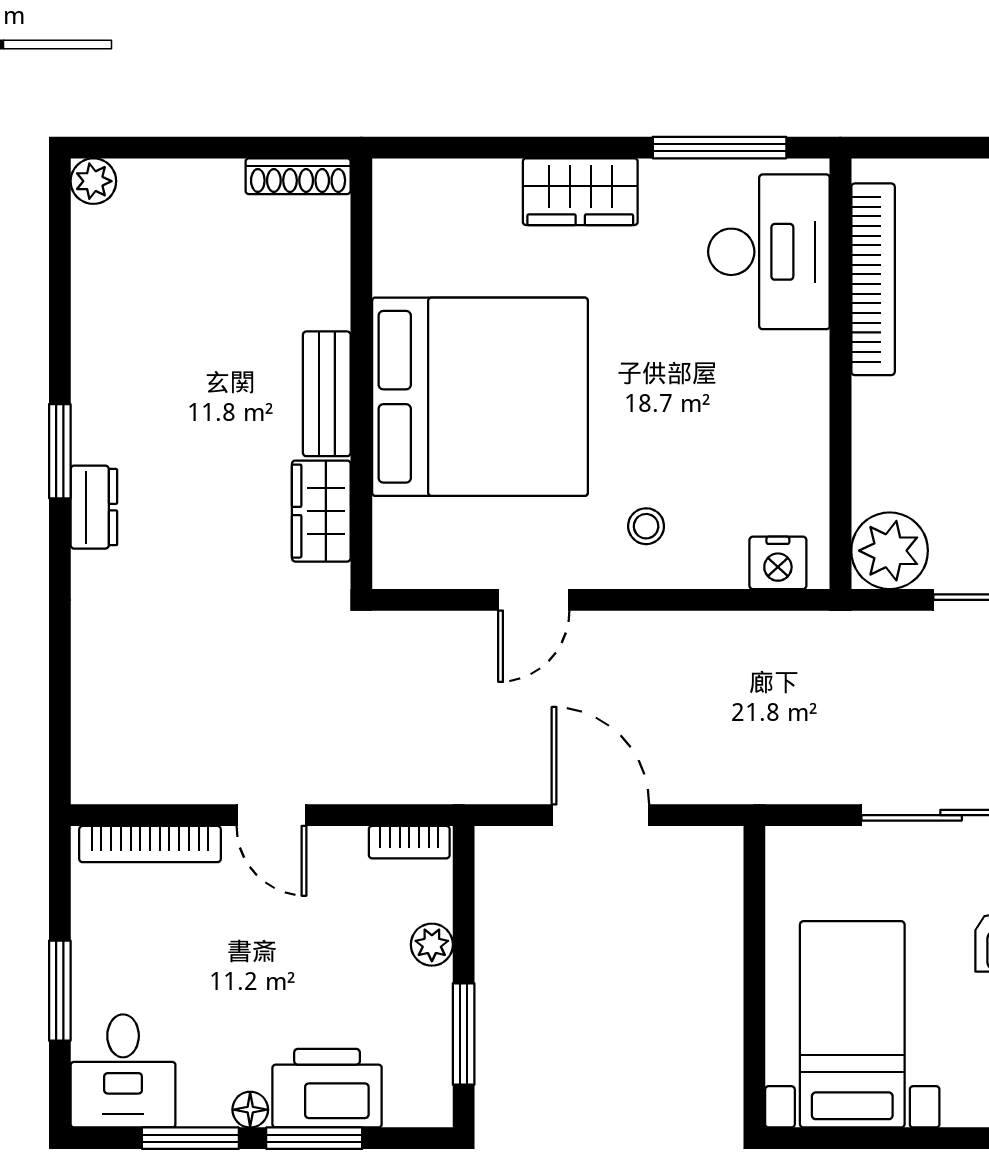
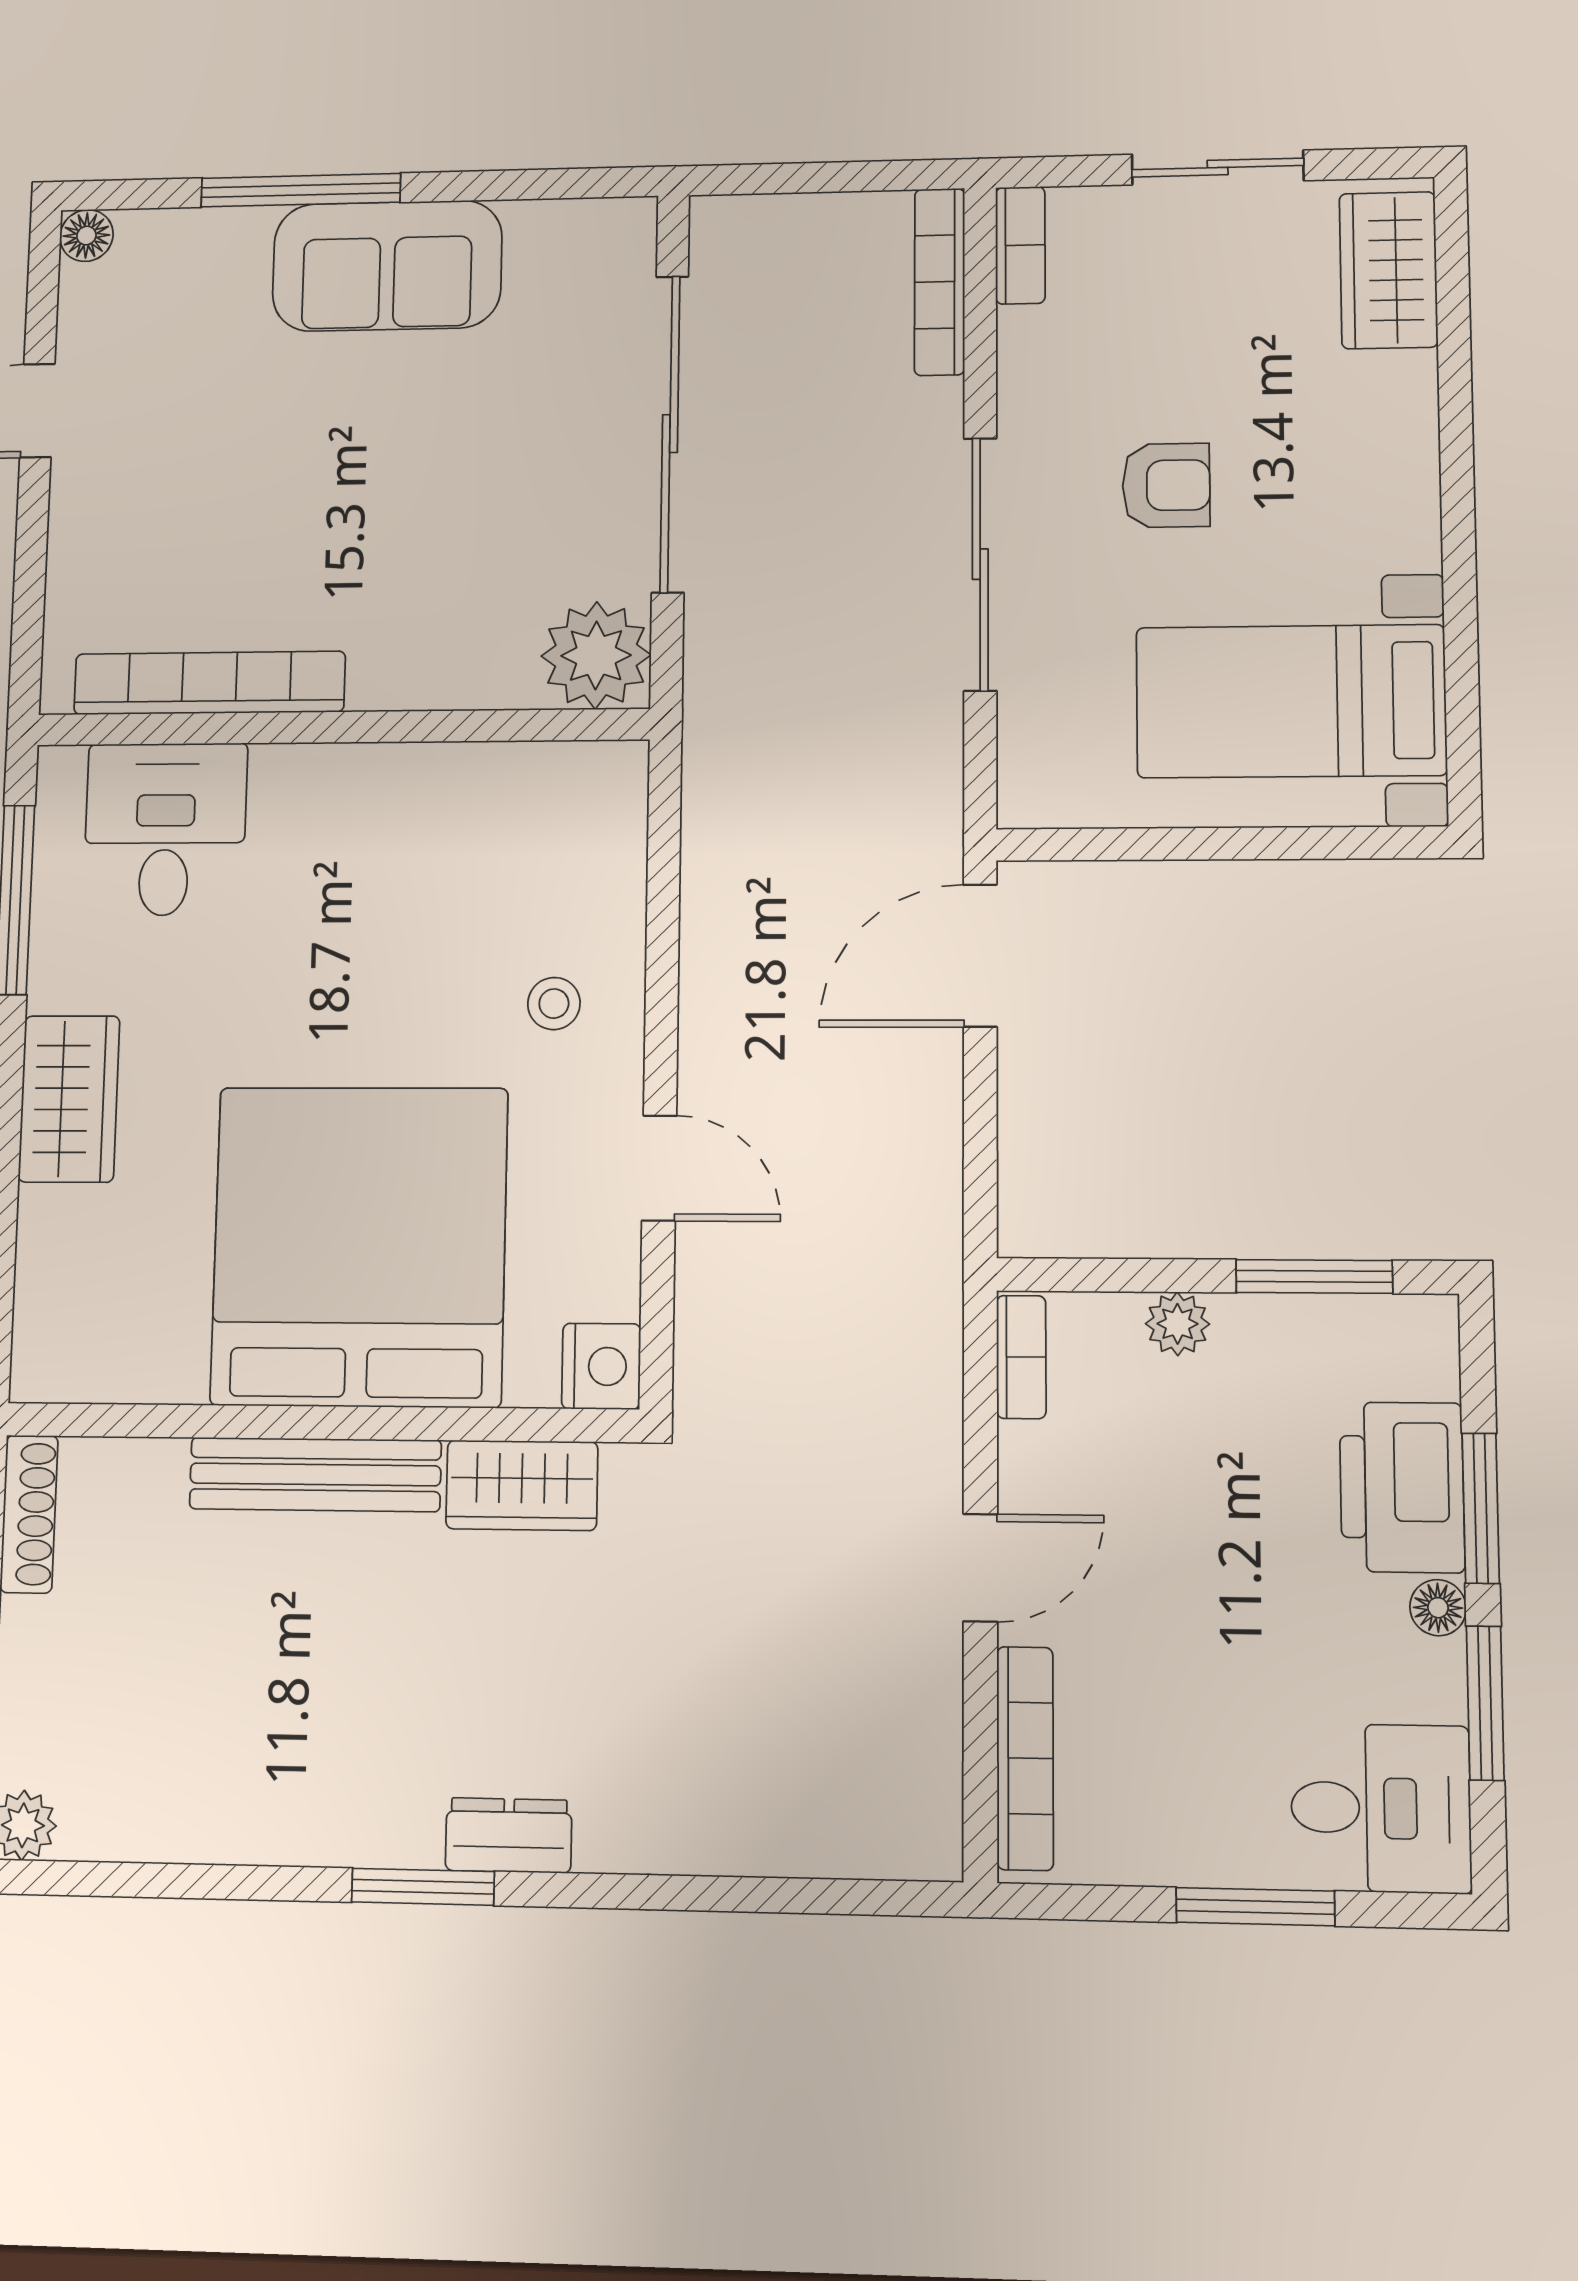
desk: (769, 252) -> (165, 829), width x0.73
bench: (327, 394) -> (315, 1474), width x1.36
nightstand: (778, 563) -> (601, 1366), moved
door: (600, 815) -> (980, 956), moved

